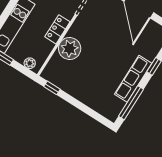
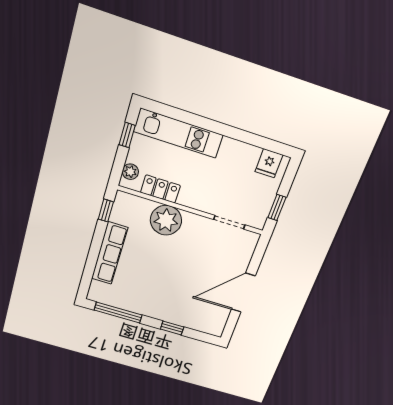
locker: (57, 29) -> (160, 189), moved
row of seats: (133, 79) -> (110, 253), moved, turned 90

